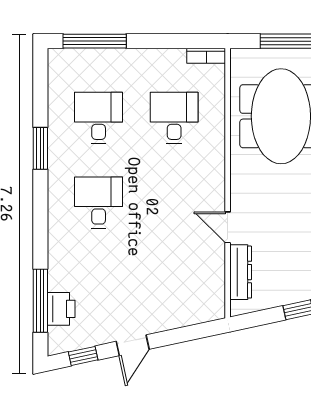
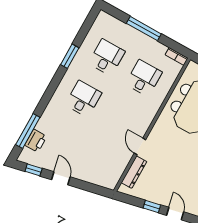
window: (95, 41) -> (144, 29), moved
door: (133, 345) -> (61, 178), swing flipped

